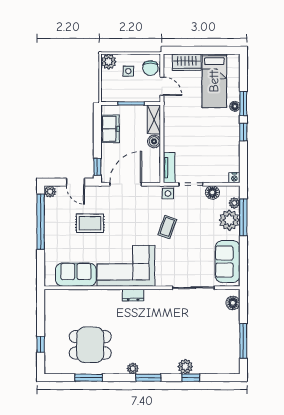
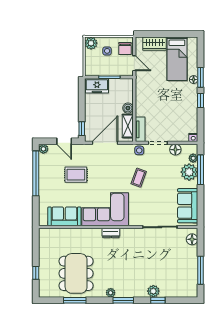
shelving: (154, 119) -> (128, 126), moved
freezer: (110, 129) -> (97, 86), moved, turned 90
dining table: (90, 345) -> (76, 273), width x1.37

